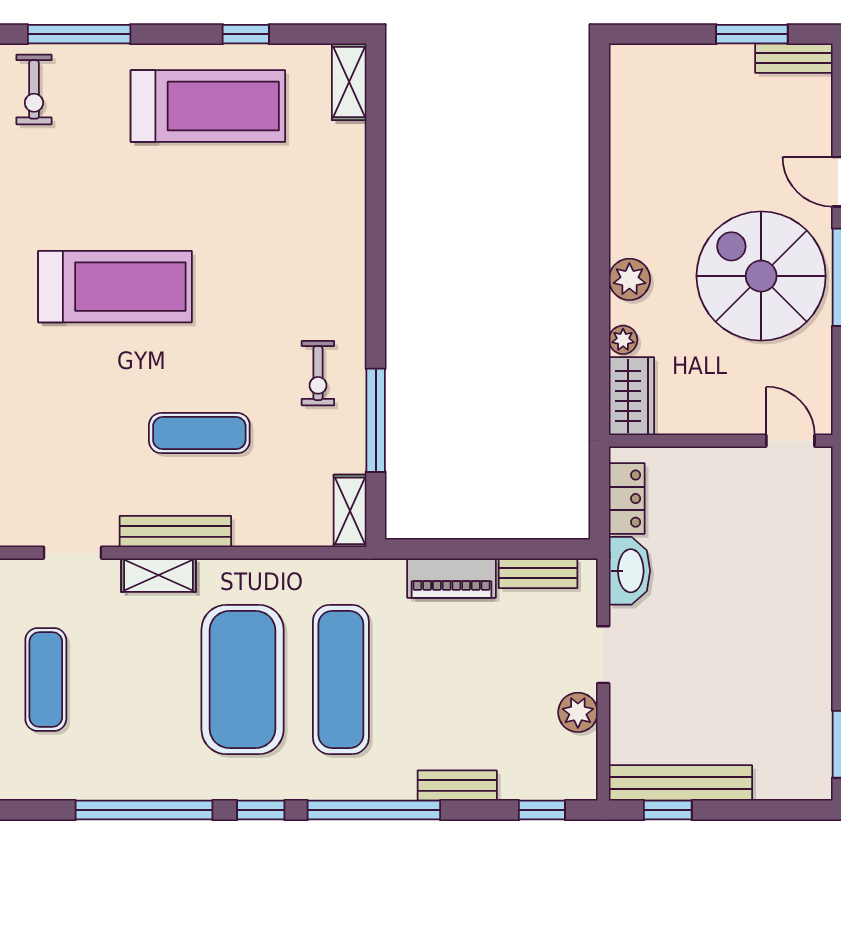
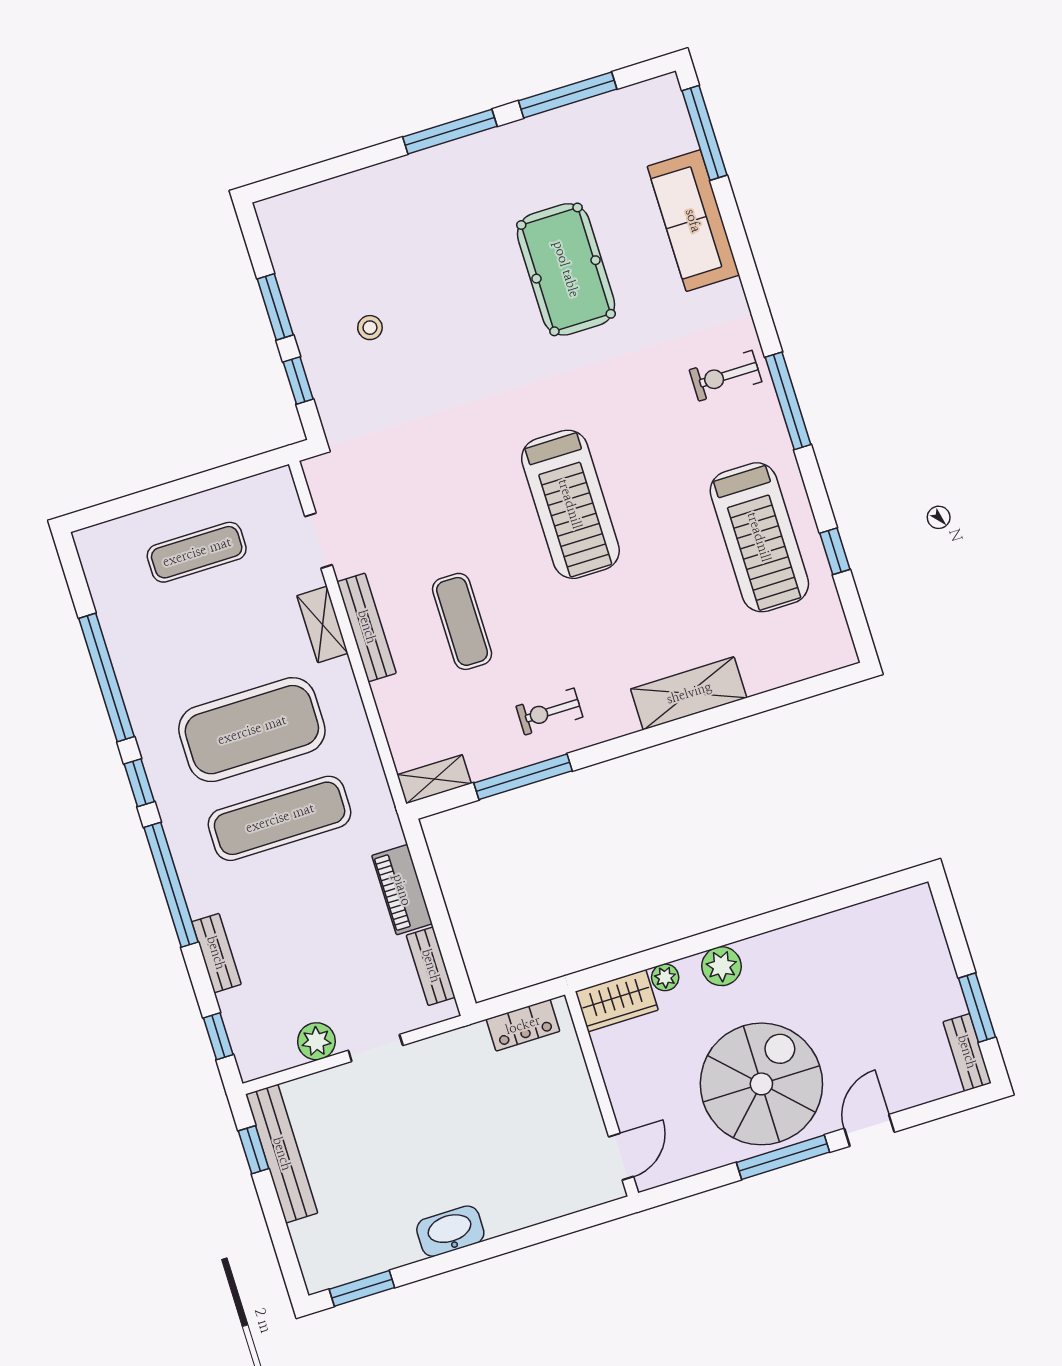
shelving: (349, 82) -> (689, 693), moved, width x1.50, depth x1.33
washbasin: (629, 571) -> (450, 1231), moved, turned 180

